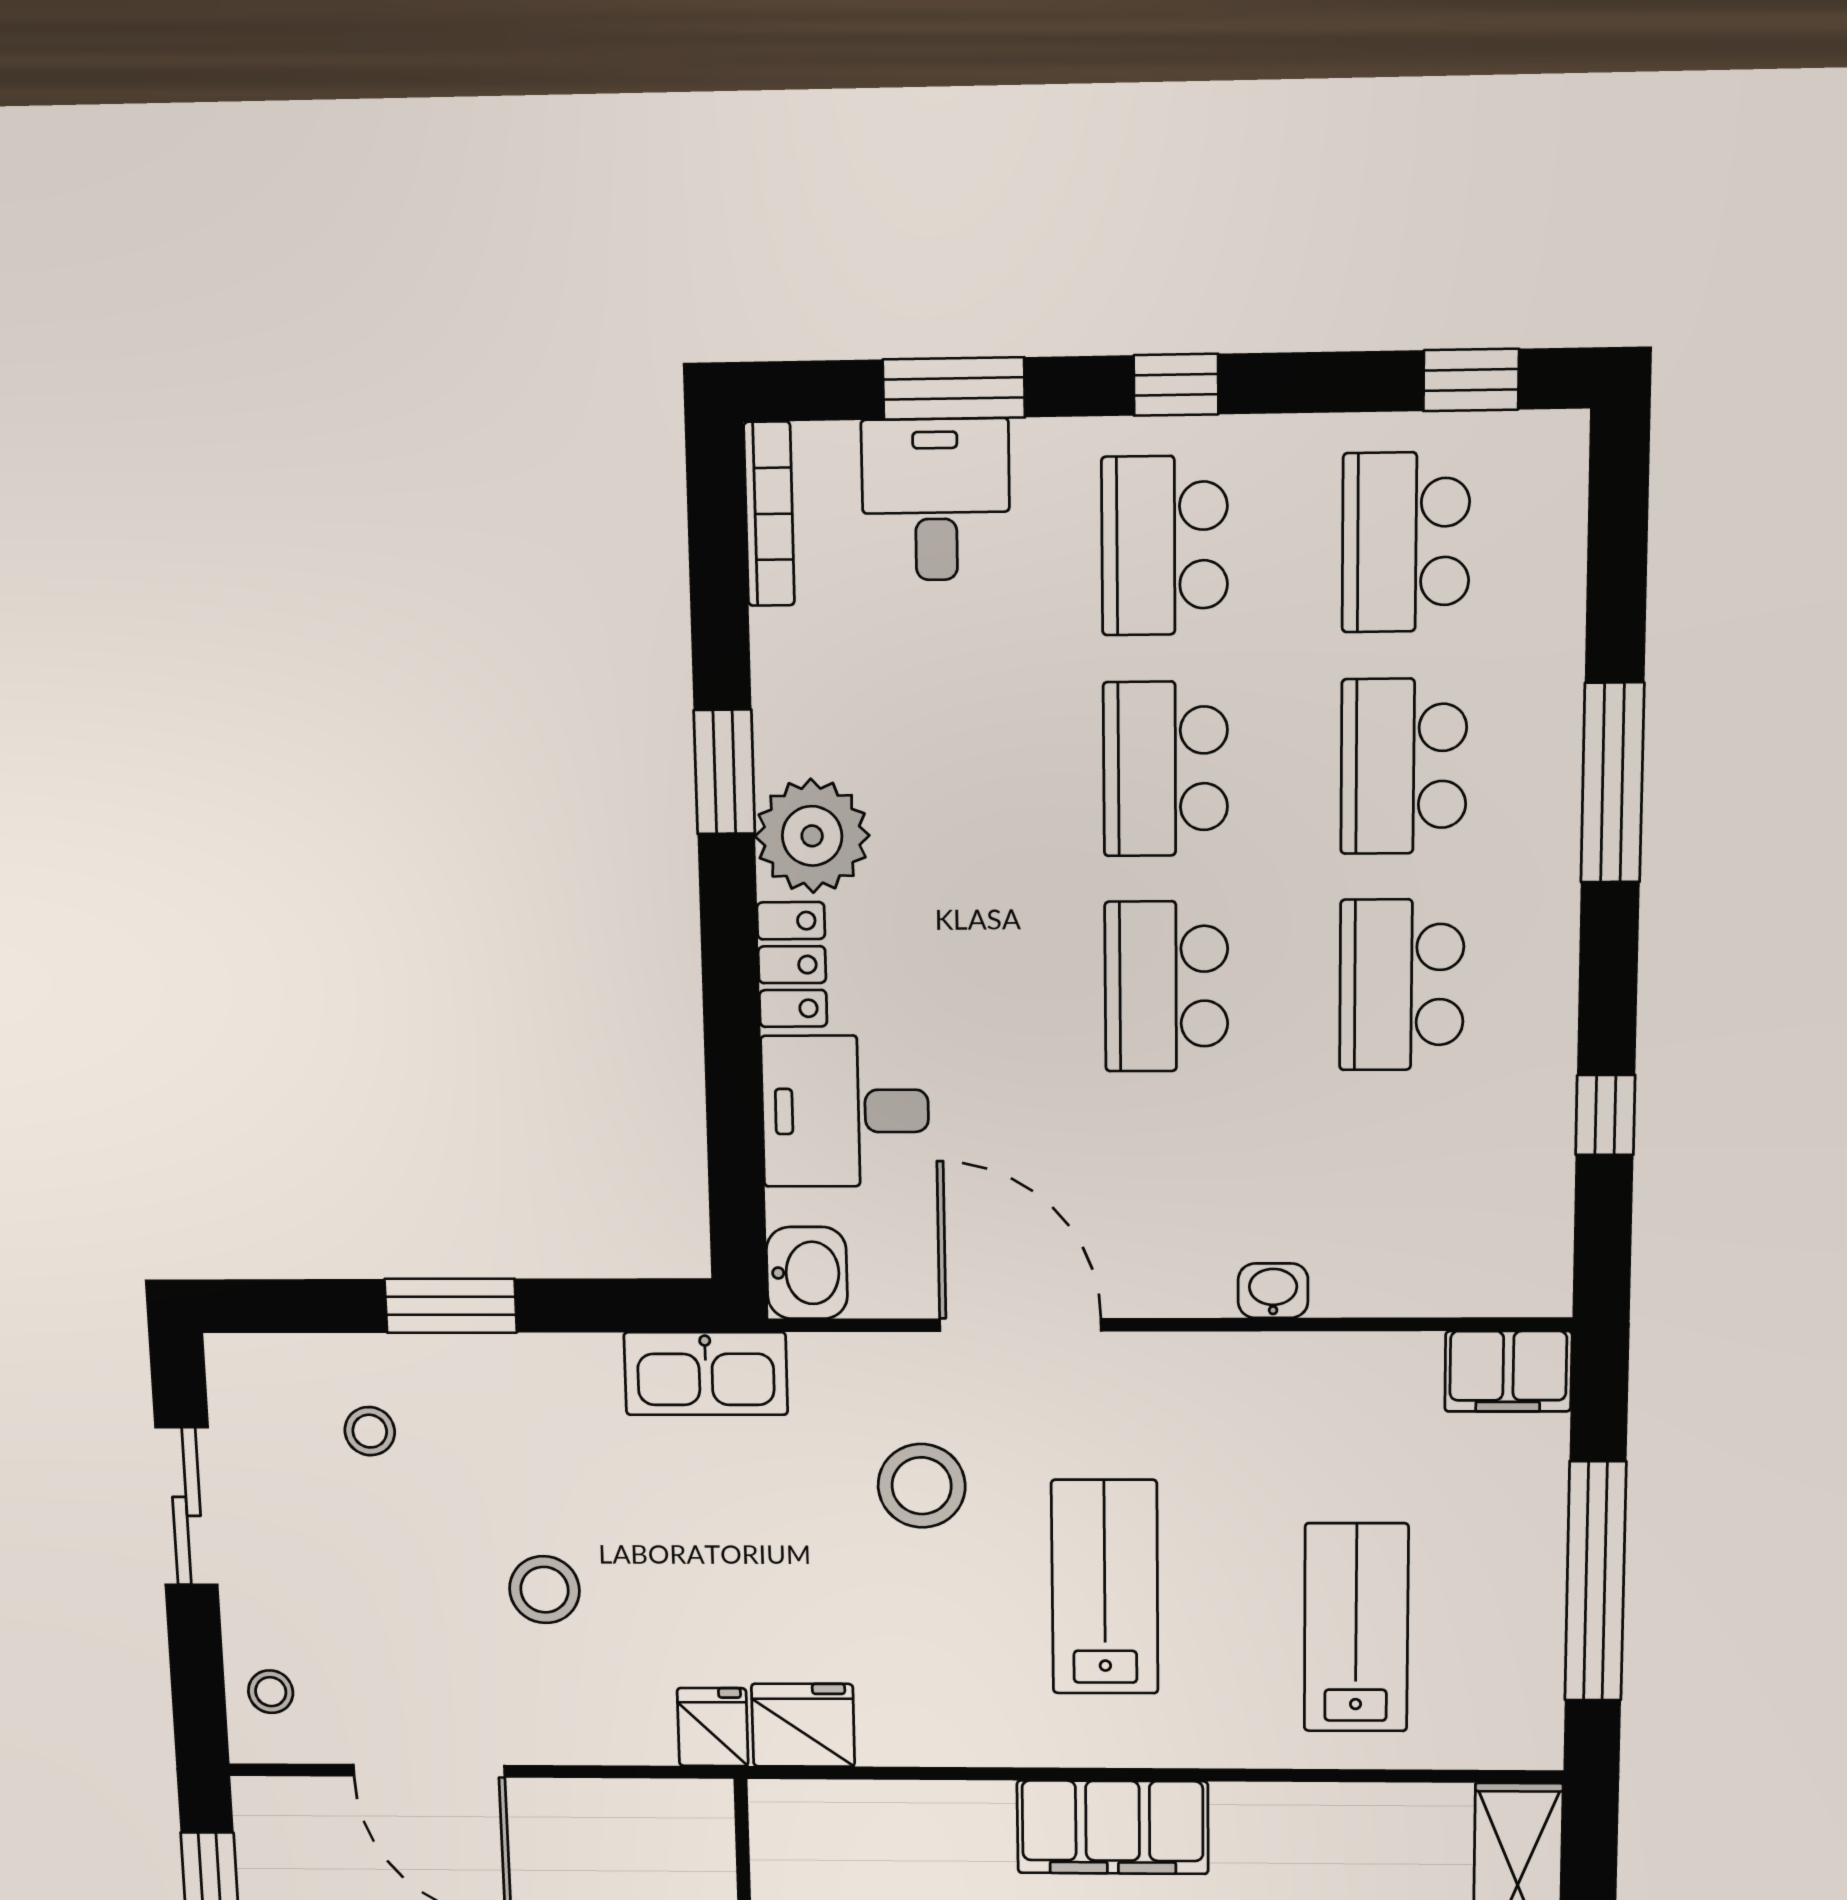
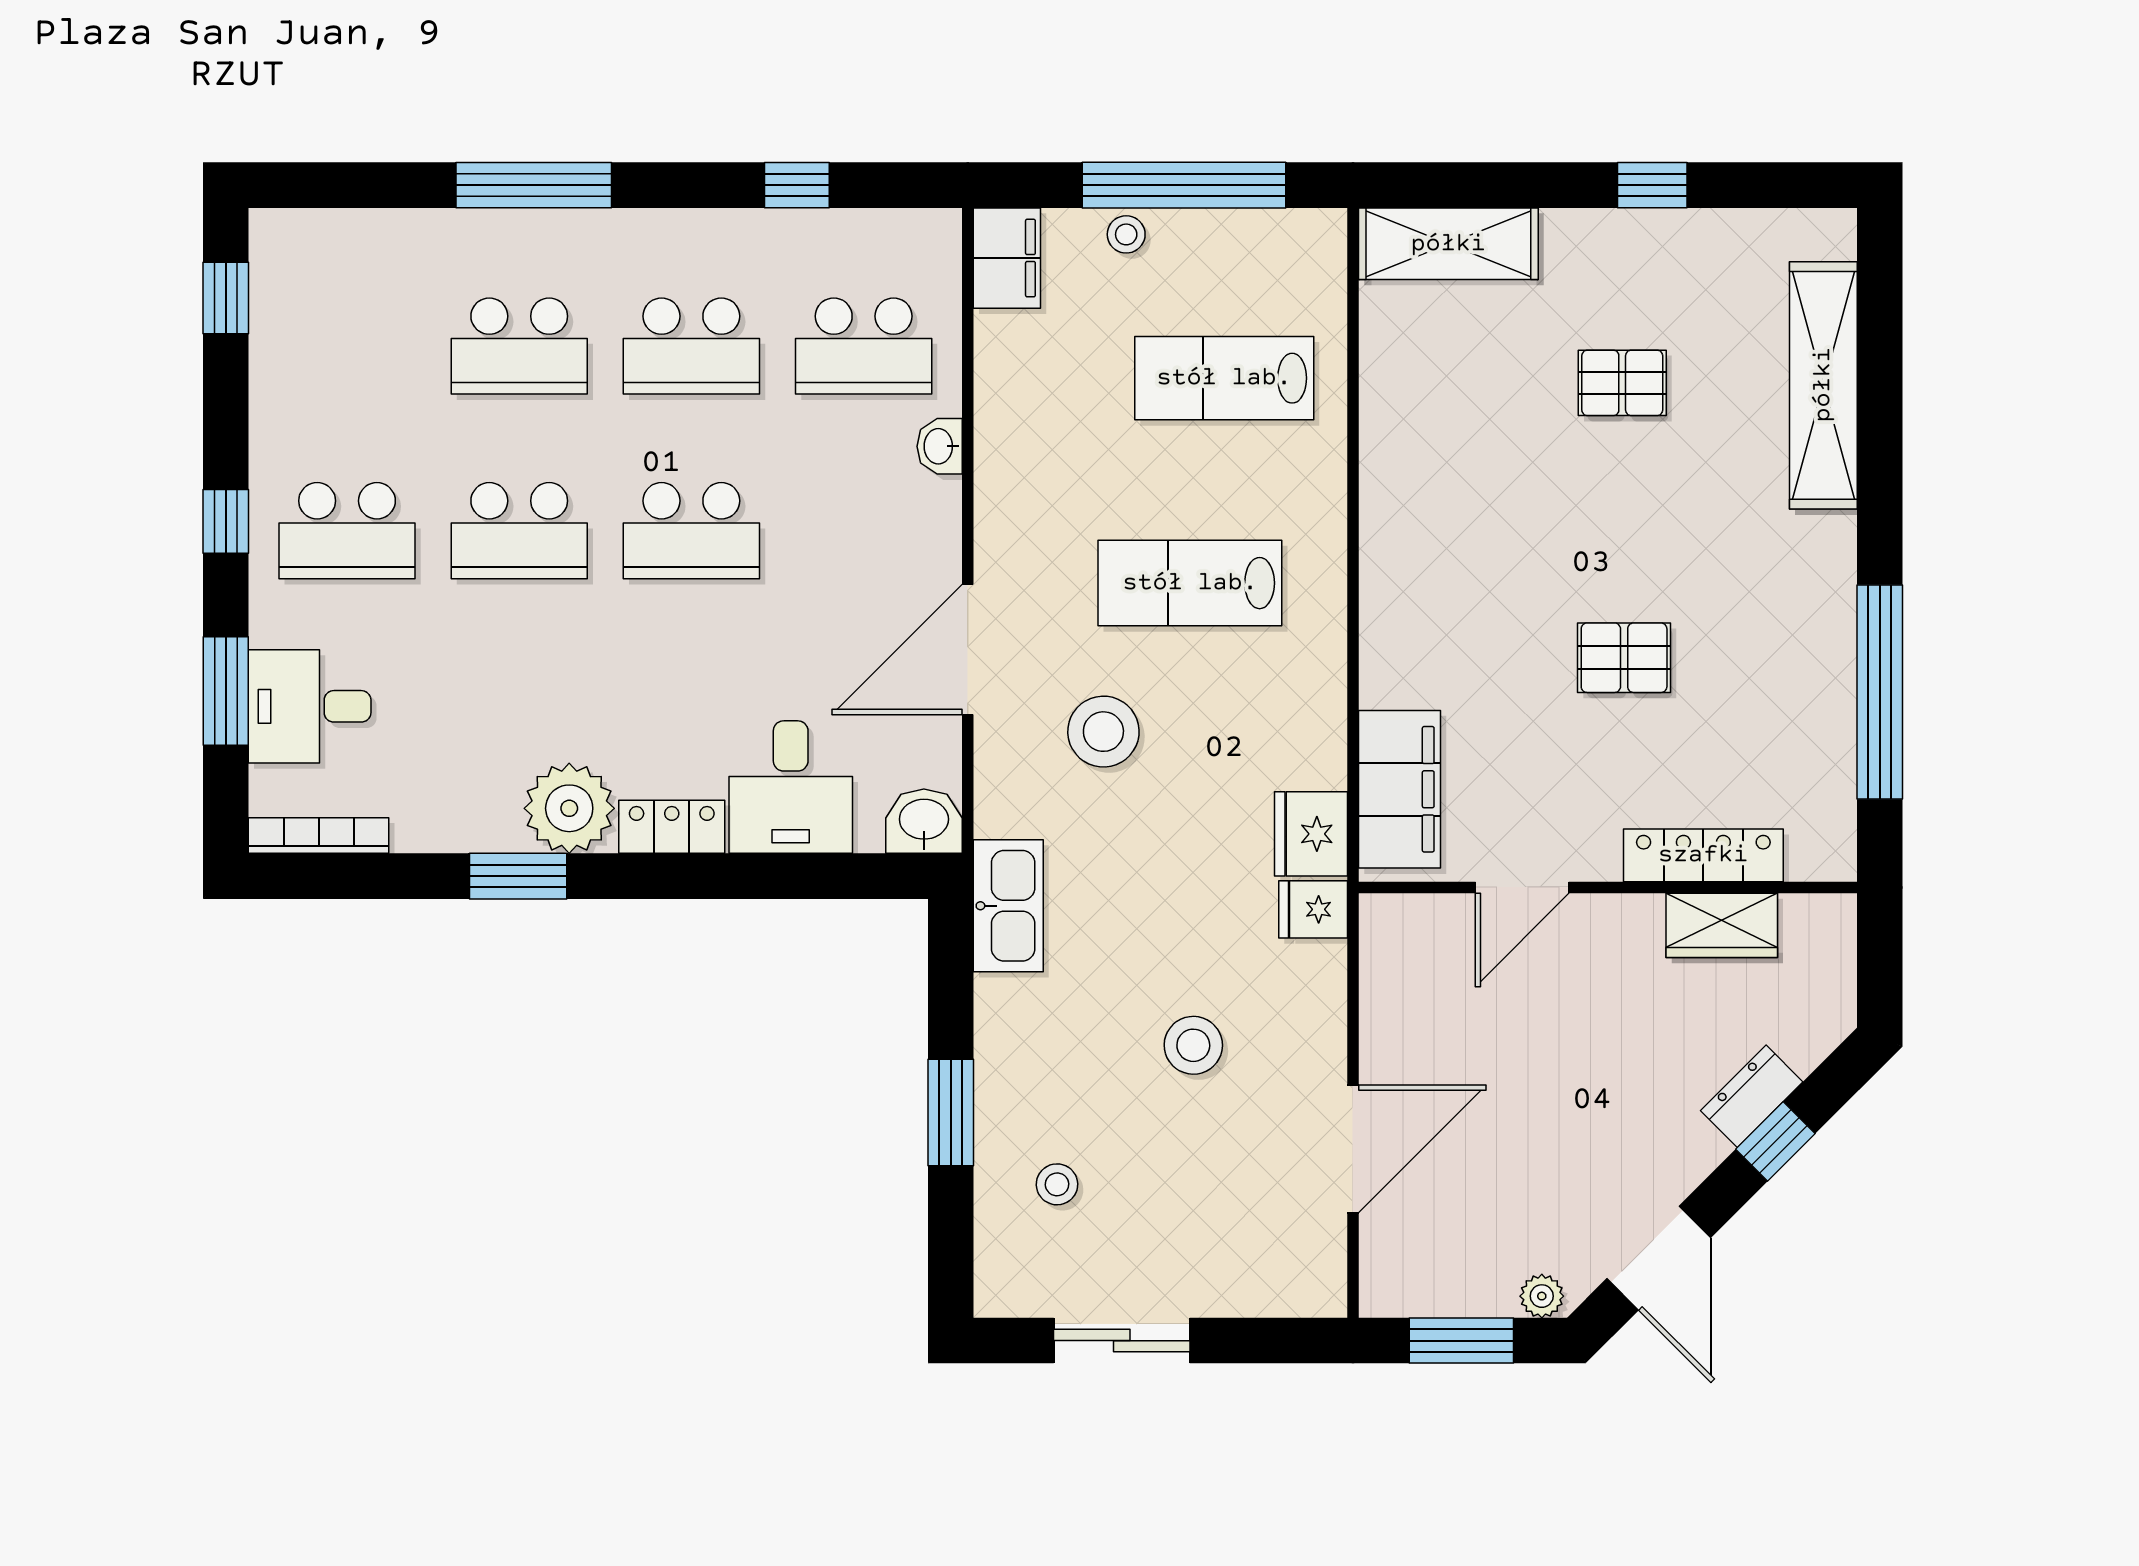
school desk: (1406, 542) -> (864, 346), moved
stool: (271, 1692) -> (1126, 234), moved
filing cabinet: (1113, 1827) -> (1400, 789), moved

